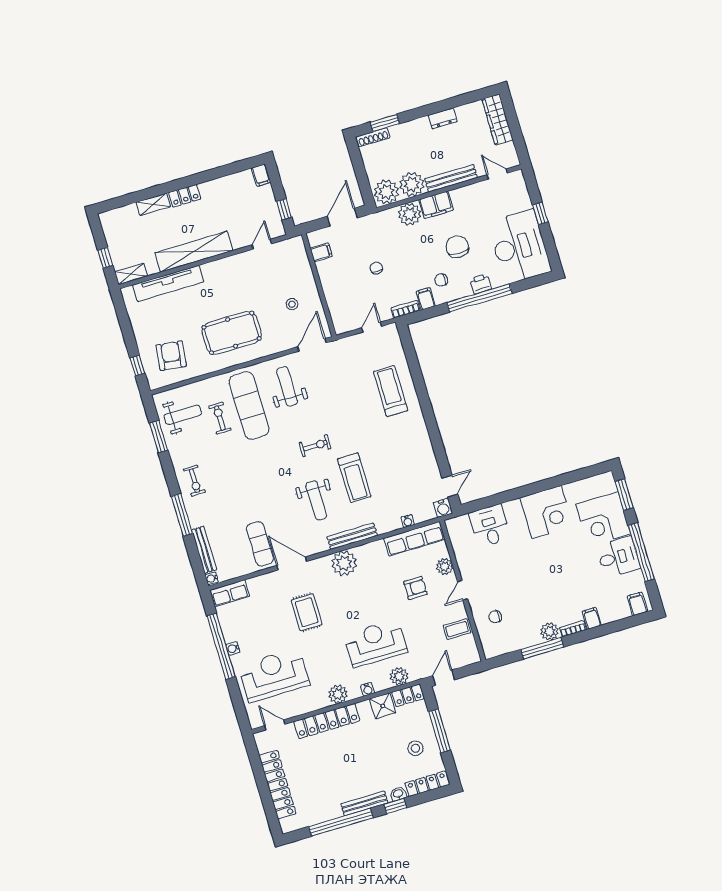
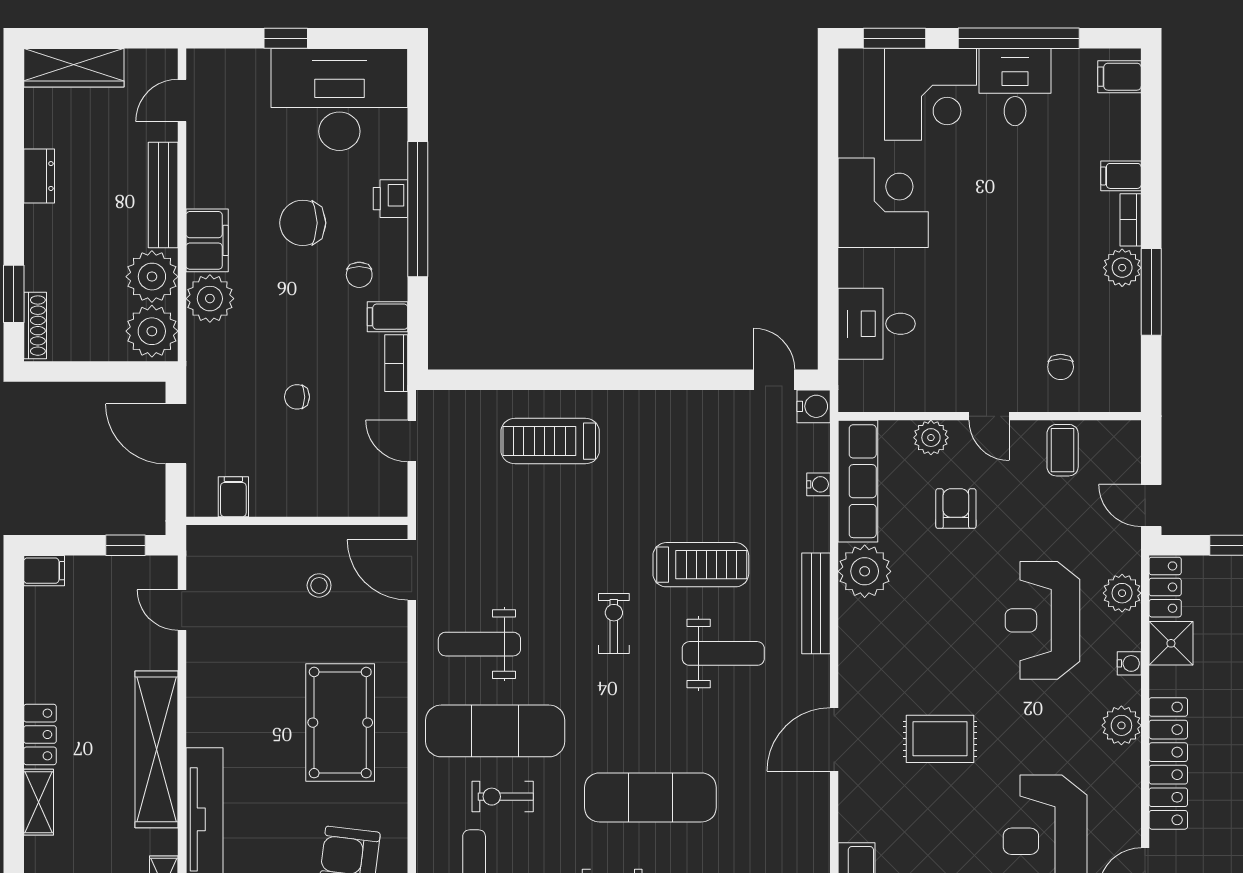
exercise mat: (260, 544) -> (650, 797), moved, width x1.36, depth x1.45
plant: (344, 563) -> (865, 571), moved

